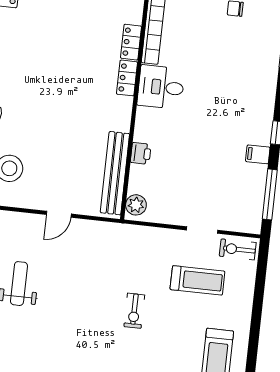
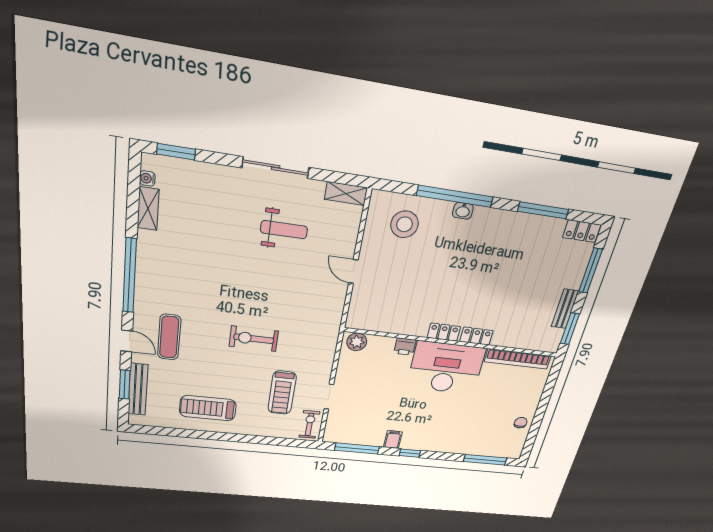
locker: (131, 42) -> (444, 332), moved
desk: (161, 87) -> (446, 368), width x1.87, depth x1.30
bench: (115, 173) -> (389, 324), removed
exercise bike: (134, 311) -> (254, 339), width x1.38, depth x1.39

